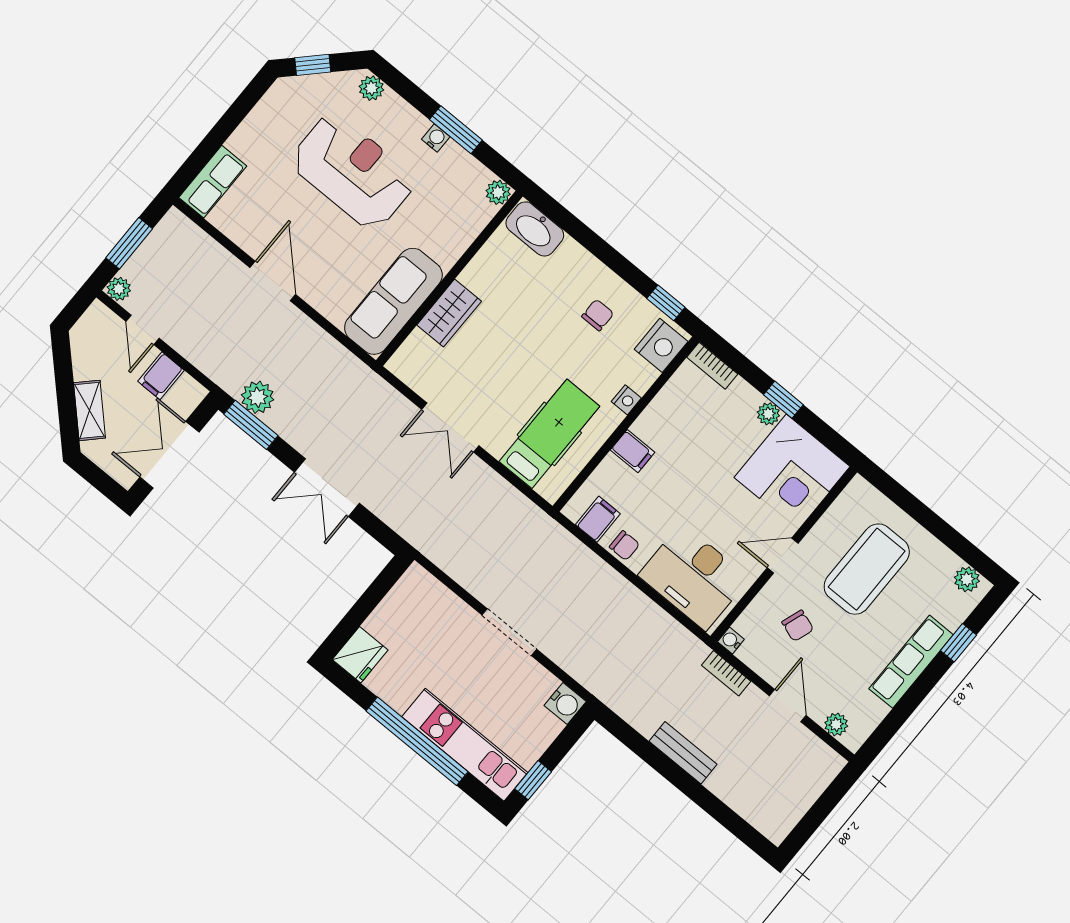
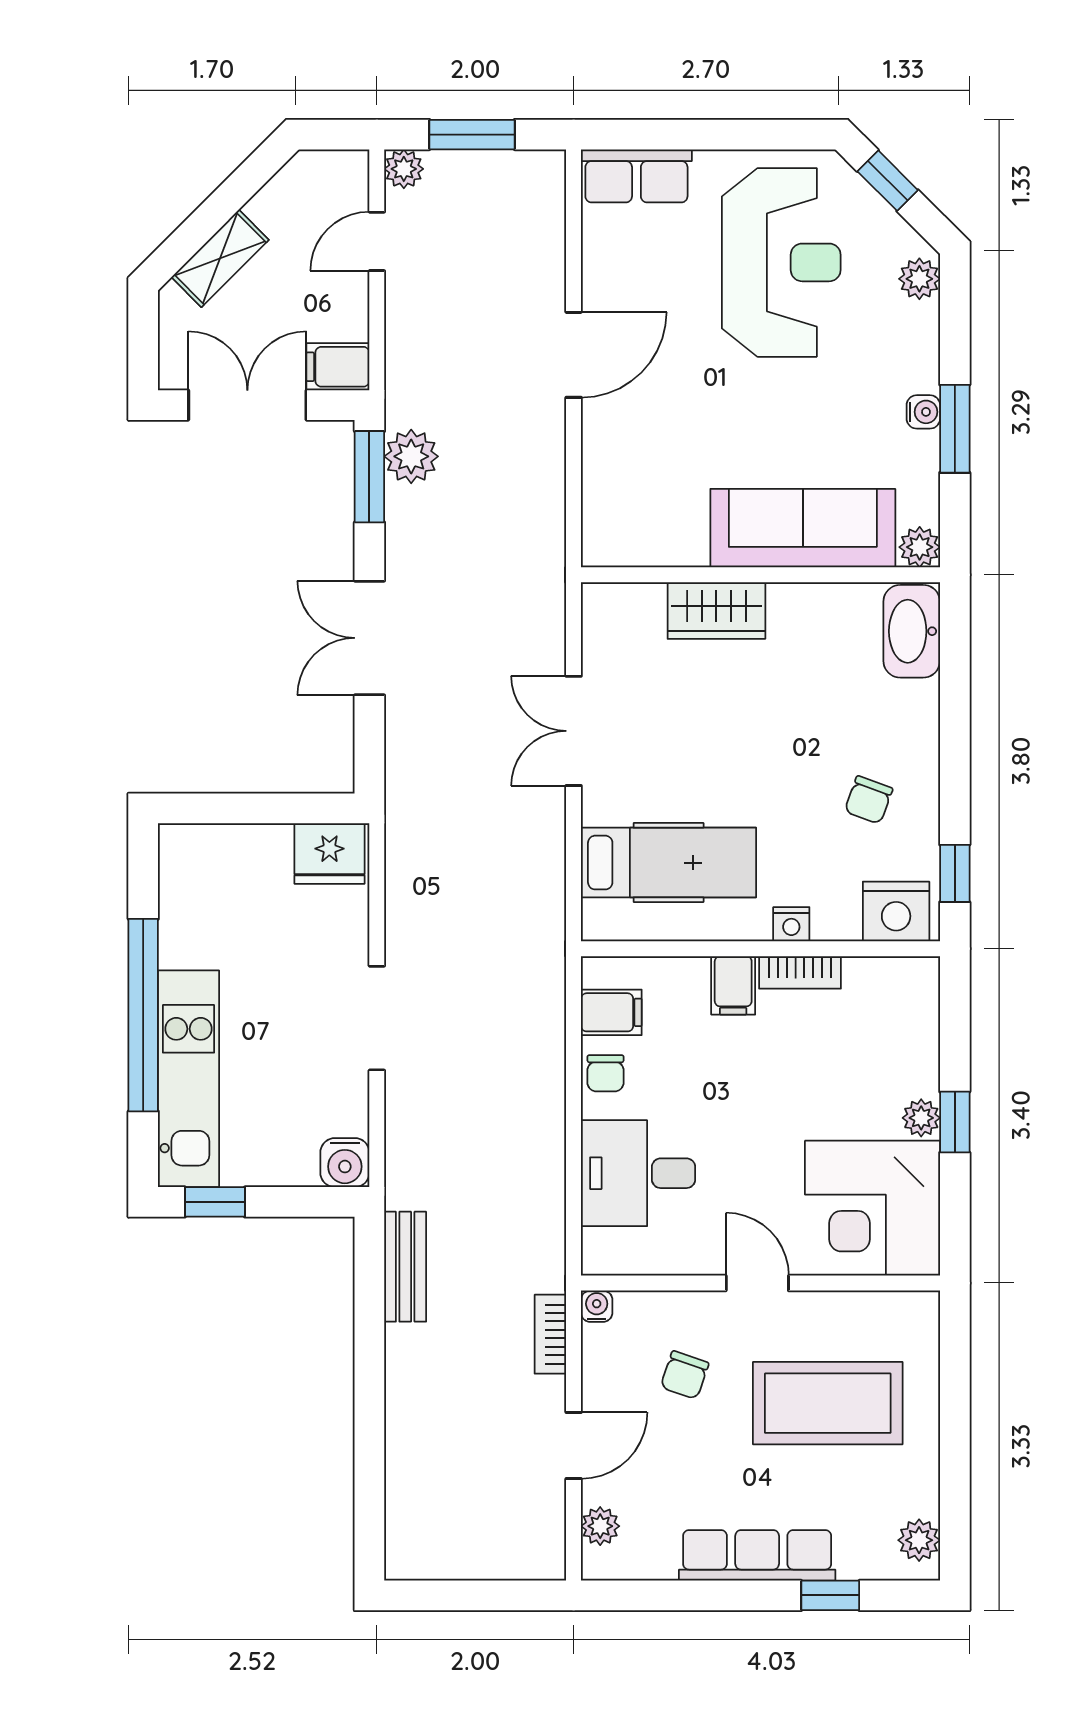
reception desk: (353, 171) -> (781, 262), moved
sofa: (393, 301) -> (803, 528), moved
chair: (598, 315) -> (869, 800), turned 110
bookcase: (712, 366) -> (800, 972), moved, turned -90
filing cabinet: (161, 376) -> (338, 367), moved
desk: (694, 577) -> (638, 1173), width x0.73
fridge: (360, 655) -> (329, 854), moved
bench: (683, 753) -> (405, 1267), moved

